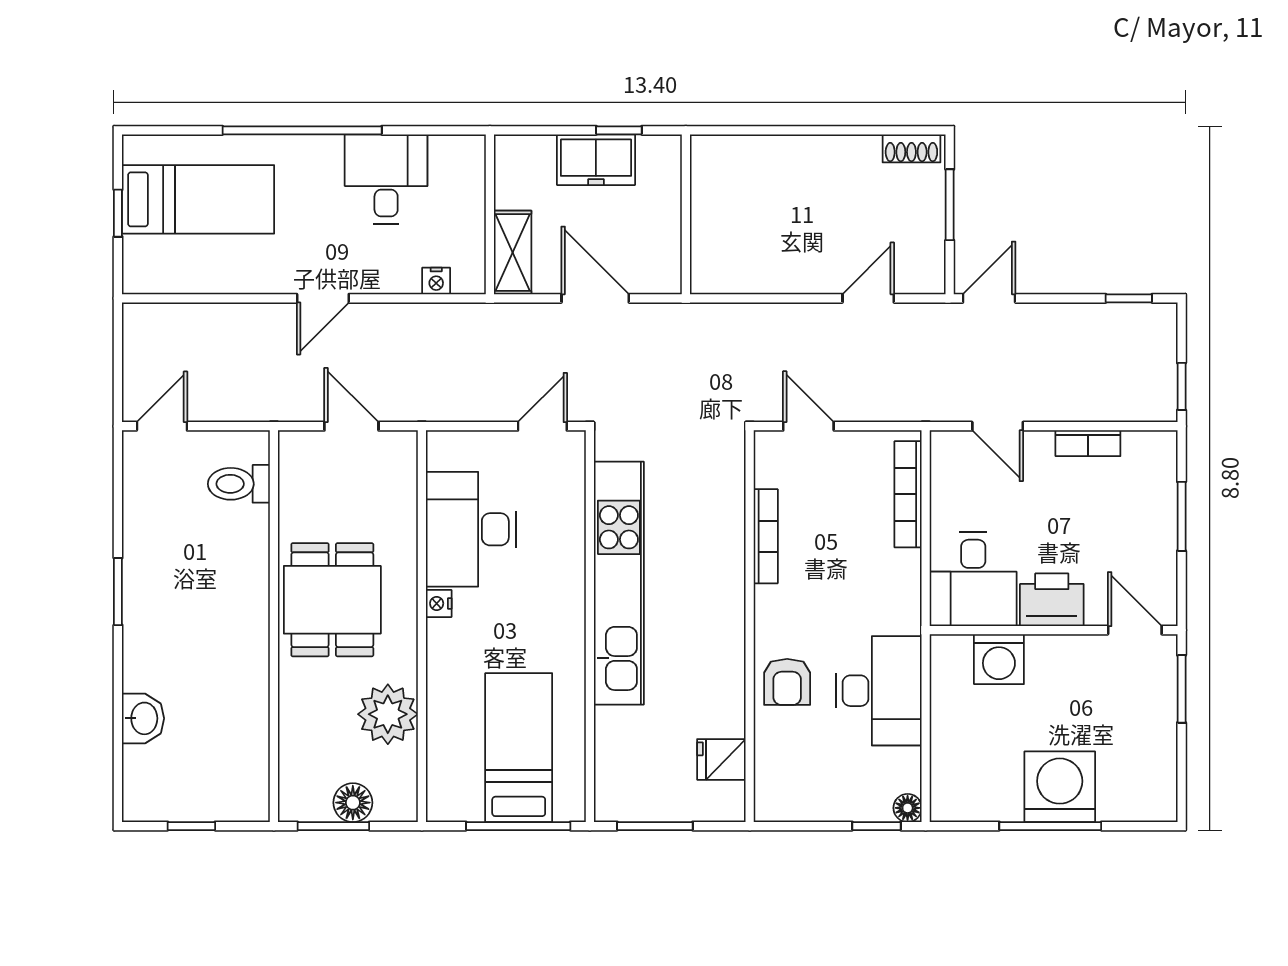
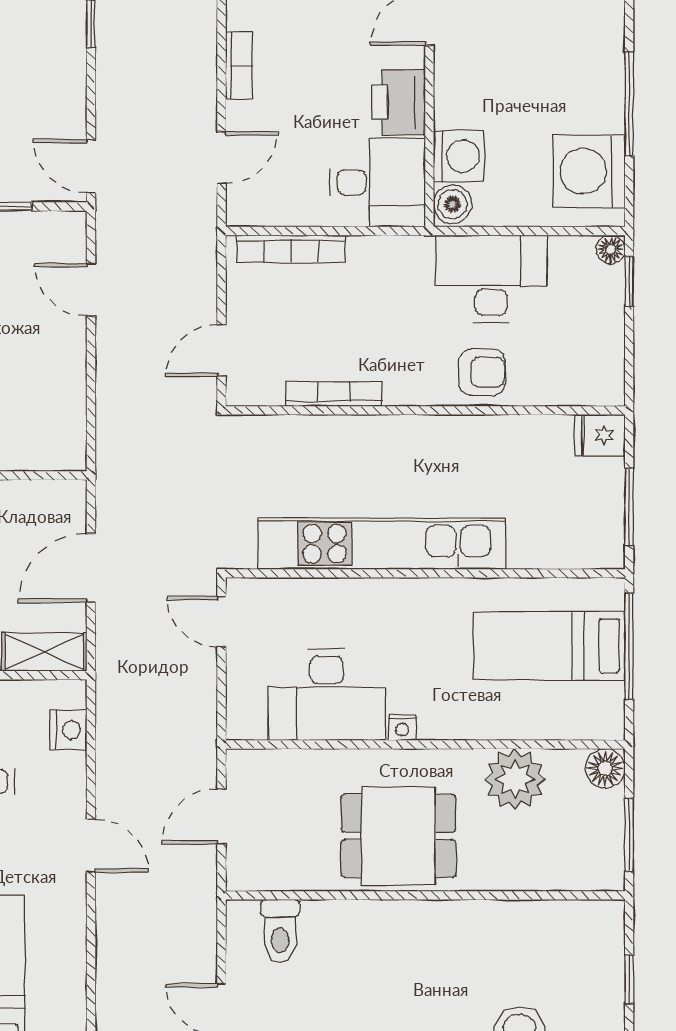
nightstand: (436, 281) -> (69, 730), width x1.39, depth x1.35
boiler: (952, 653) -> (453, 204), added
fridge: (721, 759) -> (600, 435), moved, turned 90
washing machine: (1060, 787) -> (589, 171), moved
floor lamp: (353, 803) -> (605, 768), moved

